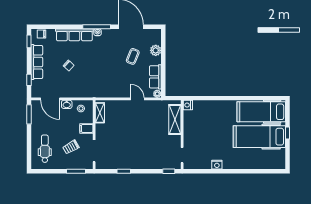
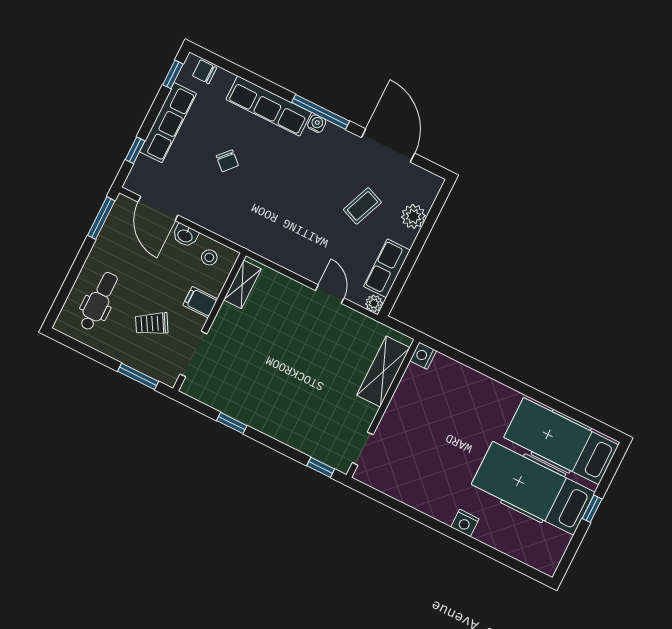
nightstand: (217, 165) -> (465, 523), moved

